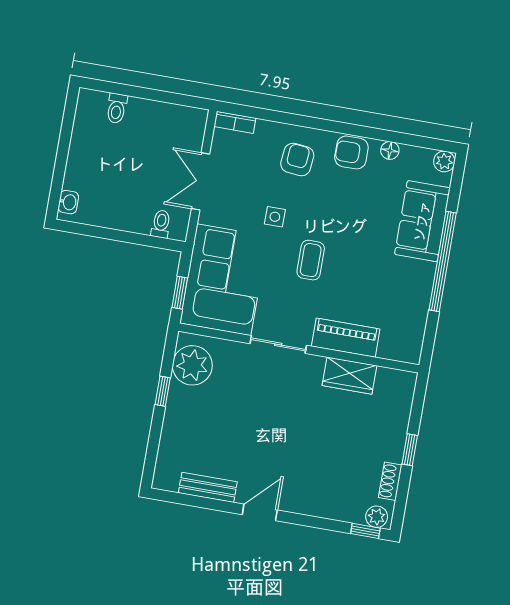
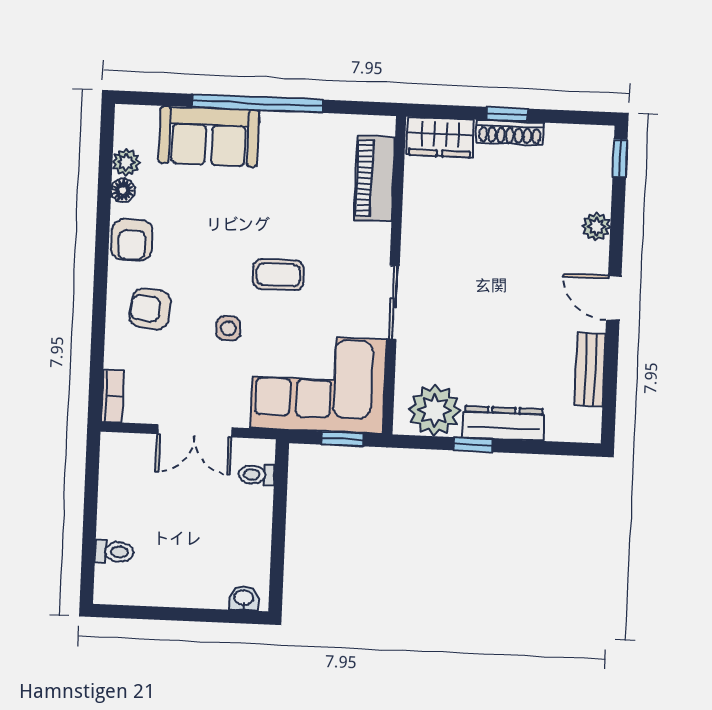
plant: (444, 161) -> (126, 162), moved
piano: (346, 338) -> (375, 179), moved
wardrobe: (349, 376) -> (440, 137), moved, turned 90
dresser: (176, 416) -> (503, 423), added
shoe rack: (390, 481) -> (510, 133), moved, width x1.43
plant: (377, 517) -> (596, 227), moved

